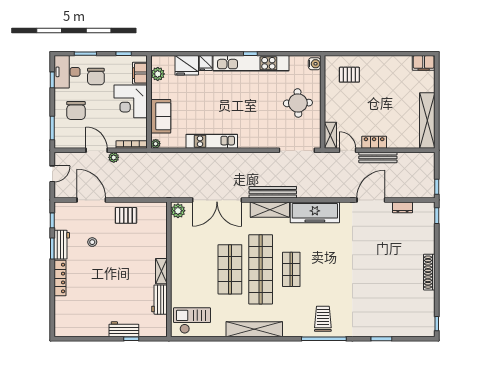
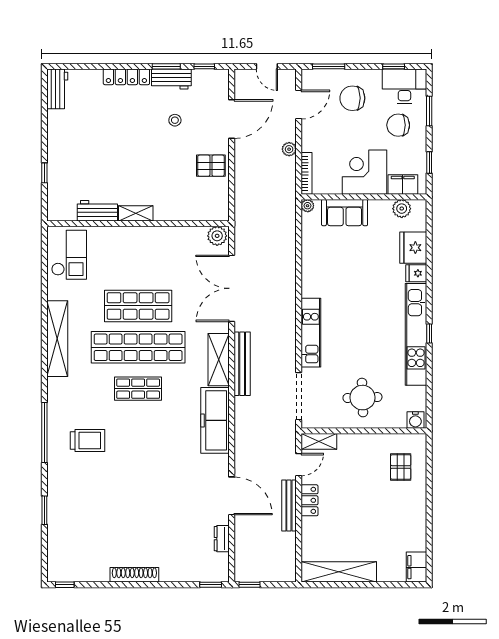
kitchen unit: (212, 141) -> (311, 333), moved
door: (97, 150) -> (299, 105), moved
pallet: (126, 215) -> (211, 166), turned 90
trolley: (323, 319) -> (87, 440), moved
workbench: (124, 329) -> (57, 89), moved

